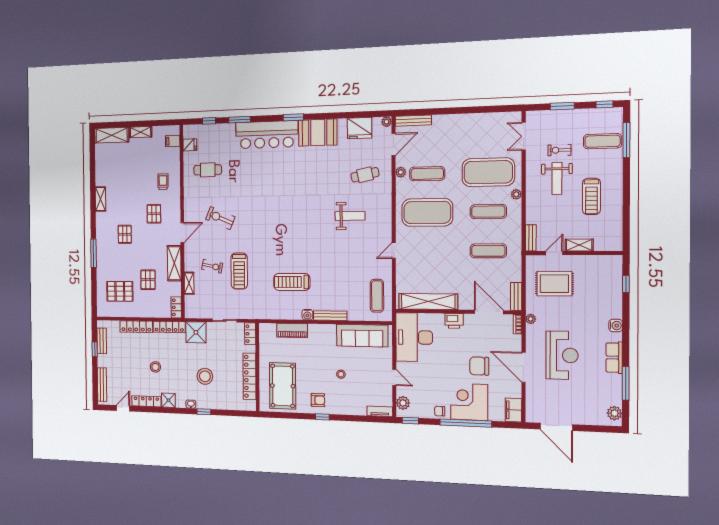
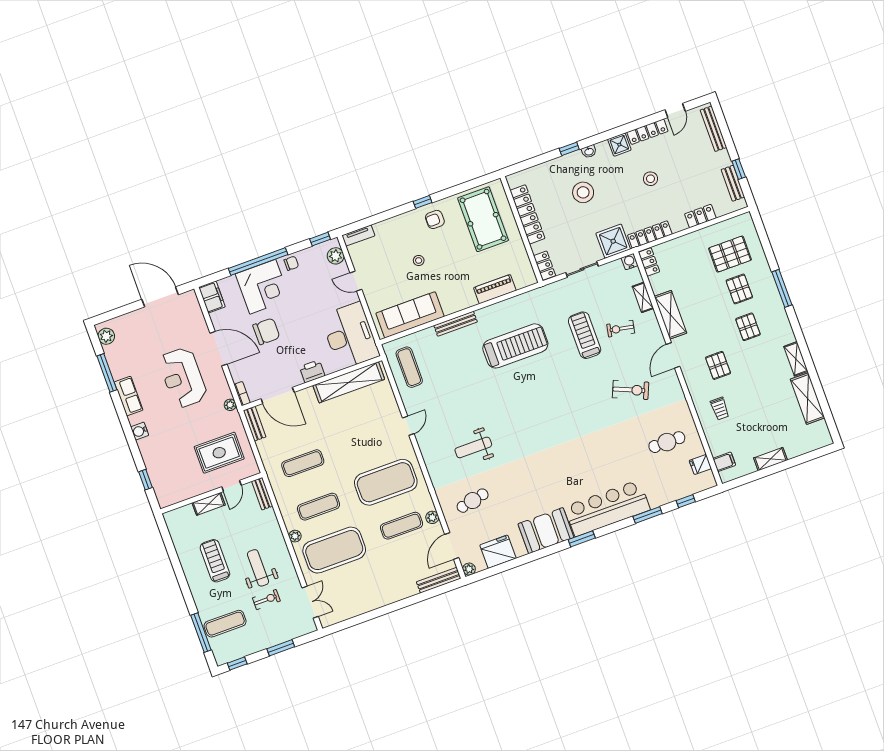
shelving: (112, 135) -> (807, 399), moved, turned 90
pallet: (148, 280) -> (739, 289), moved
treadmill: (292, 282) -> (515, 346), width x1.37, depth x1.38
water cooler: (307, 315) -> (630, 262), moved
locker: (136, 327) -> (700, 216), width x0.66

